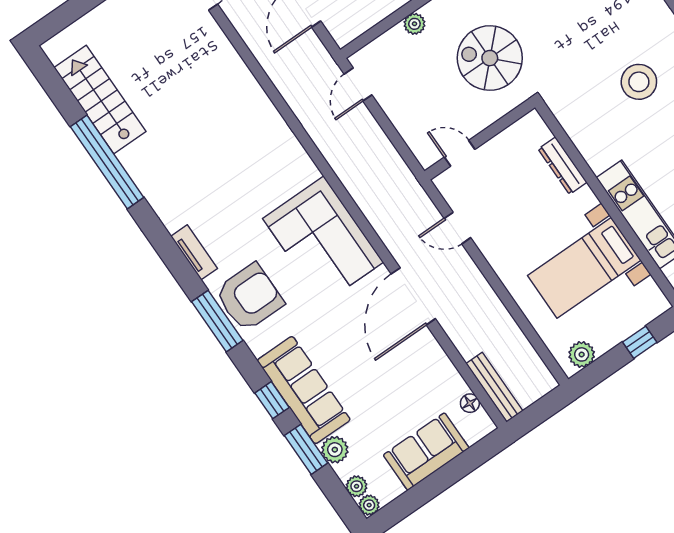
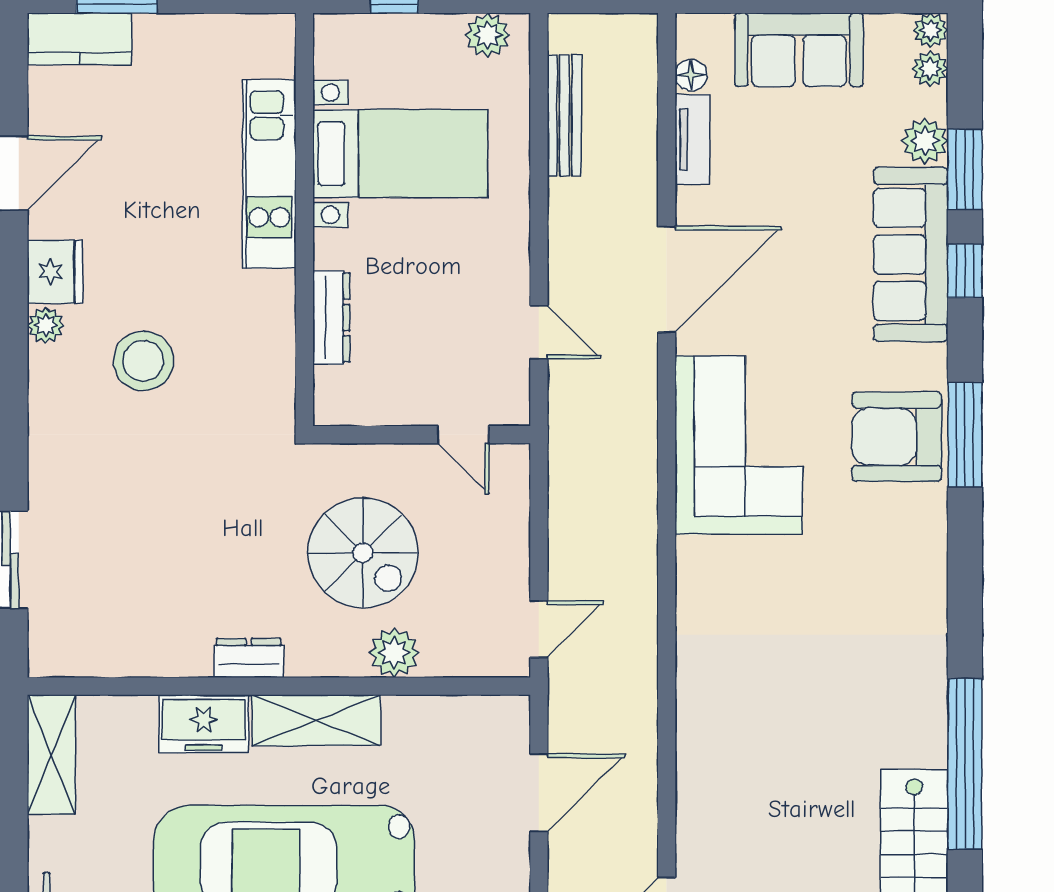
plant: (414, 24) -> (394, 653), width x1.38, depth x1.38
spiral stairs: (490, 58) -> (363, 553), moved
tv unit: (194, 252) -> (692, 140), moved, turned 180
bench: (495, 387) -> (564, 116), moved

